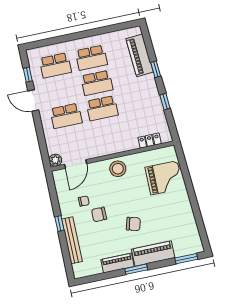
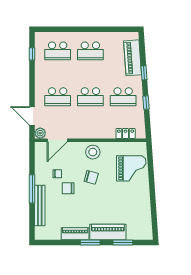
school desk: (97, 83) -> (123, 97), moved
door: (33, 100) -> (32, 116), moved
window: (59, 224) -> (32, 189), width x2.17
chair: (133, 224) -> (91, 177), moved
window: (186, 259) -> (123, 243), moved

